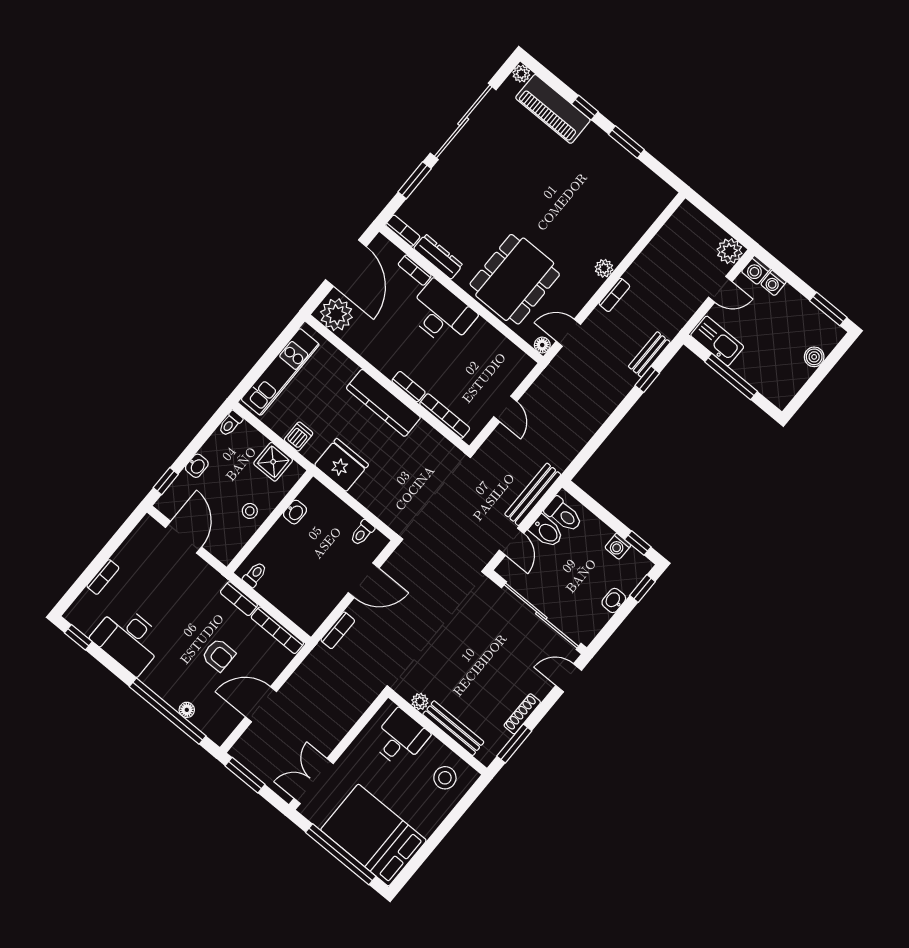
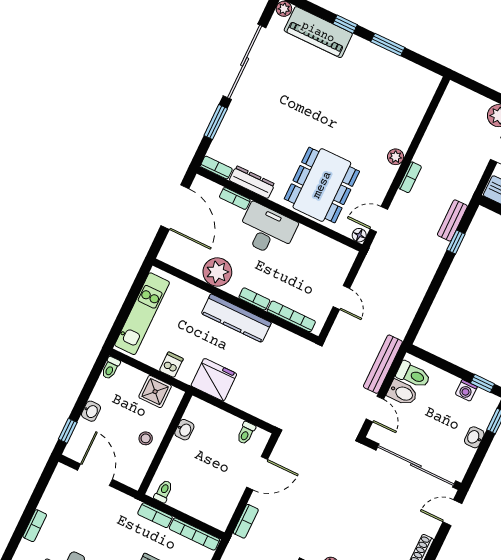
plant: (336, 315) -> (217, 272), moved

